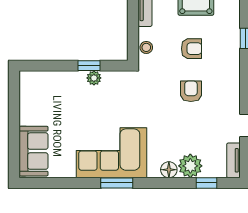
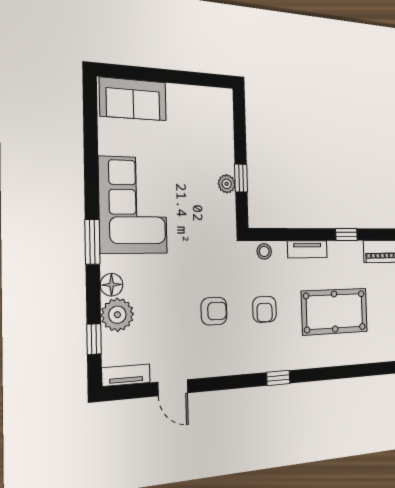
window: (117, 183) -> (92, 242), moved

